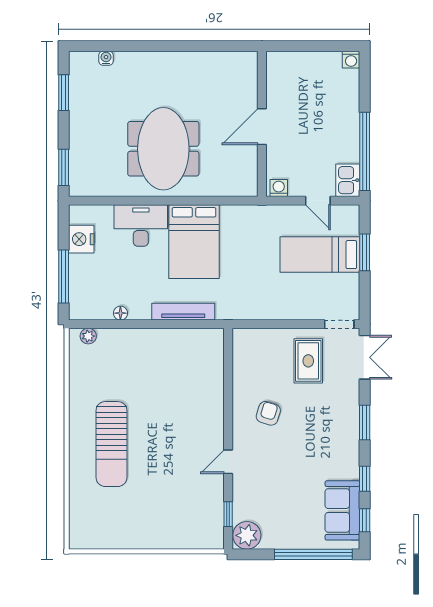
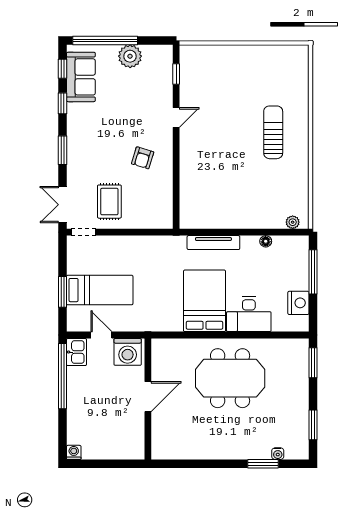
window: (124, 46) -> (263, 464), added
meeting table: (163, 149) -> (230, 378), turned 90
washing machine: (279, 188) -> (128, 352), width x1.89, depth x1.89
sun lounger: (112, 444) -> (273, 132), width x0.73, depth x0.75
plant: (247, 535) -> (130, 56), moved

